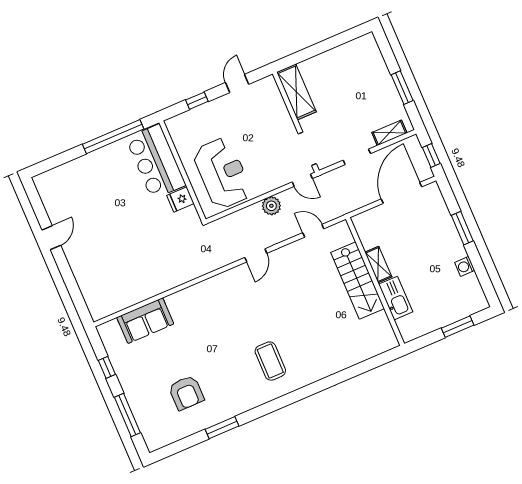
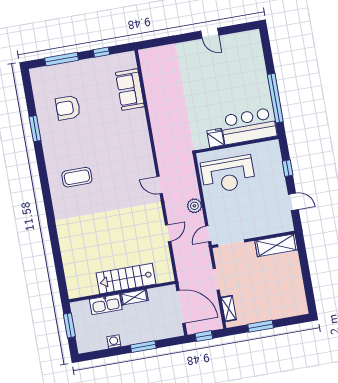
shelving: (378, 265) -> (134, 297), moved
stairs: (358, 281) -> (126, 279), moved
wall: (375, 281) -> (122, 292), moved
kitchen sink: (396, 298) -> (106, 304), moved

